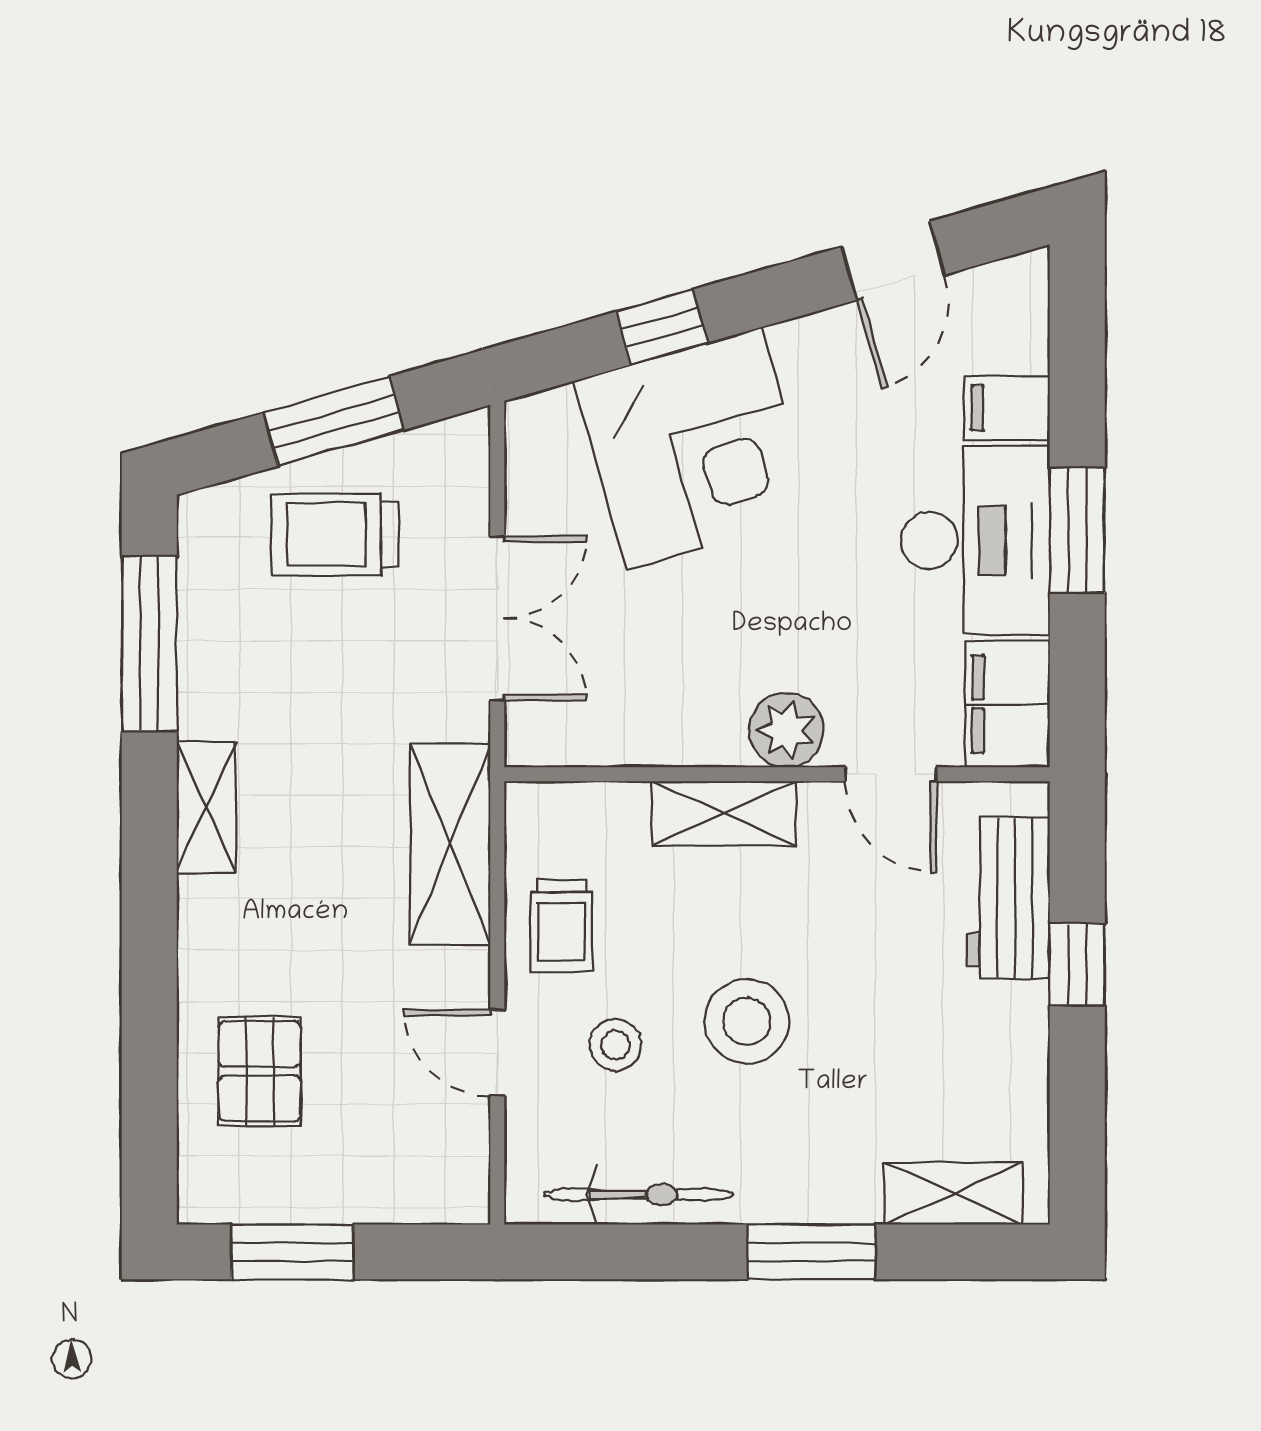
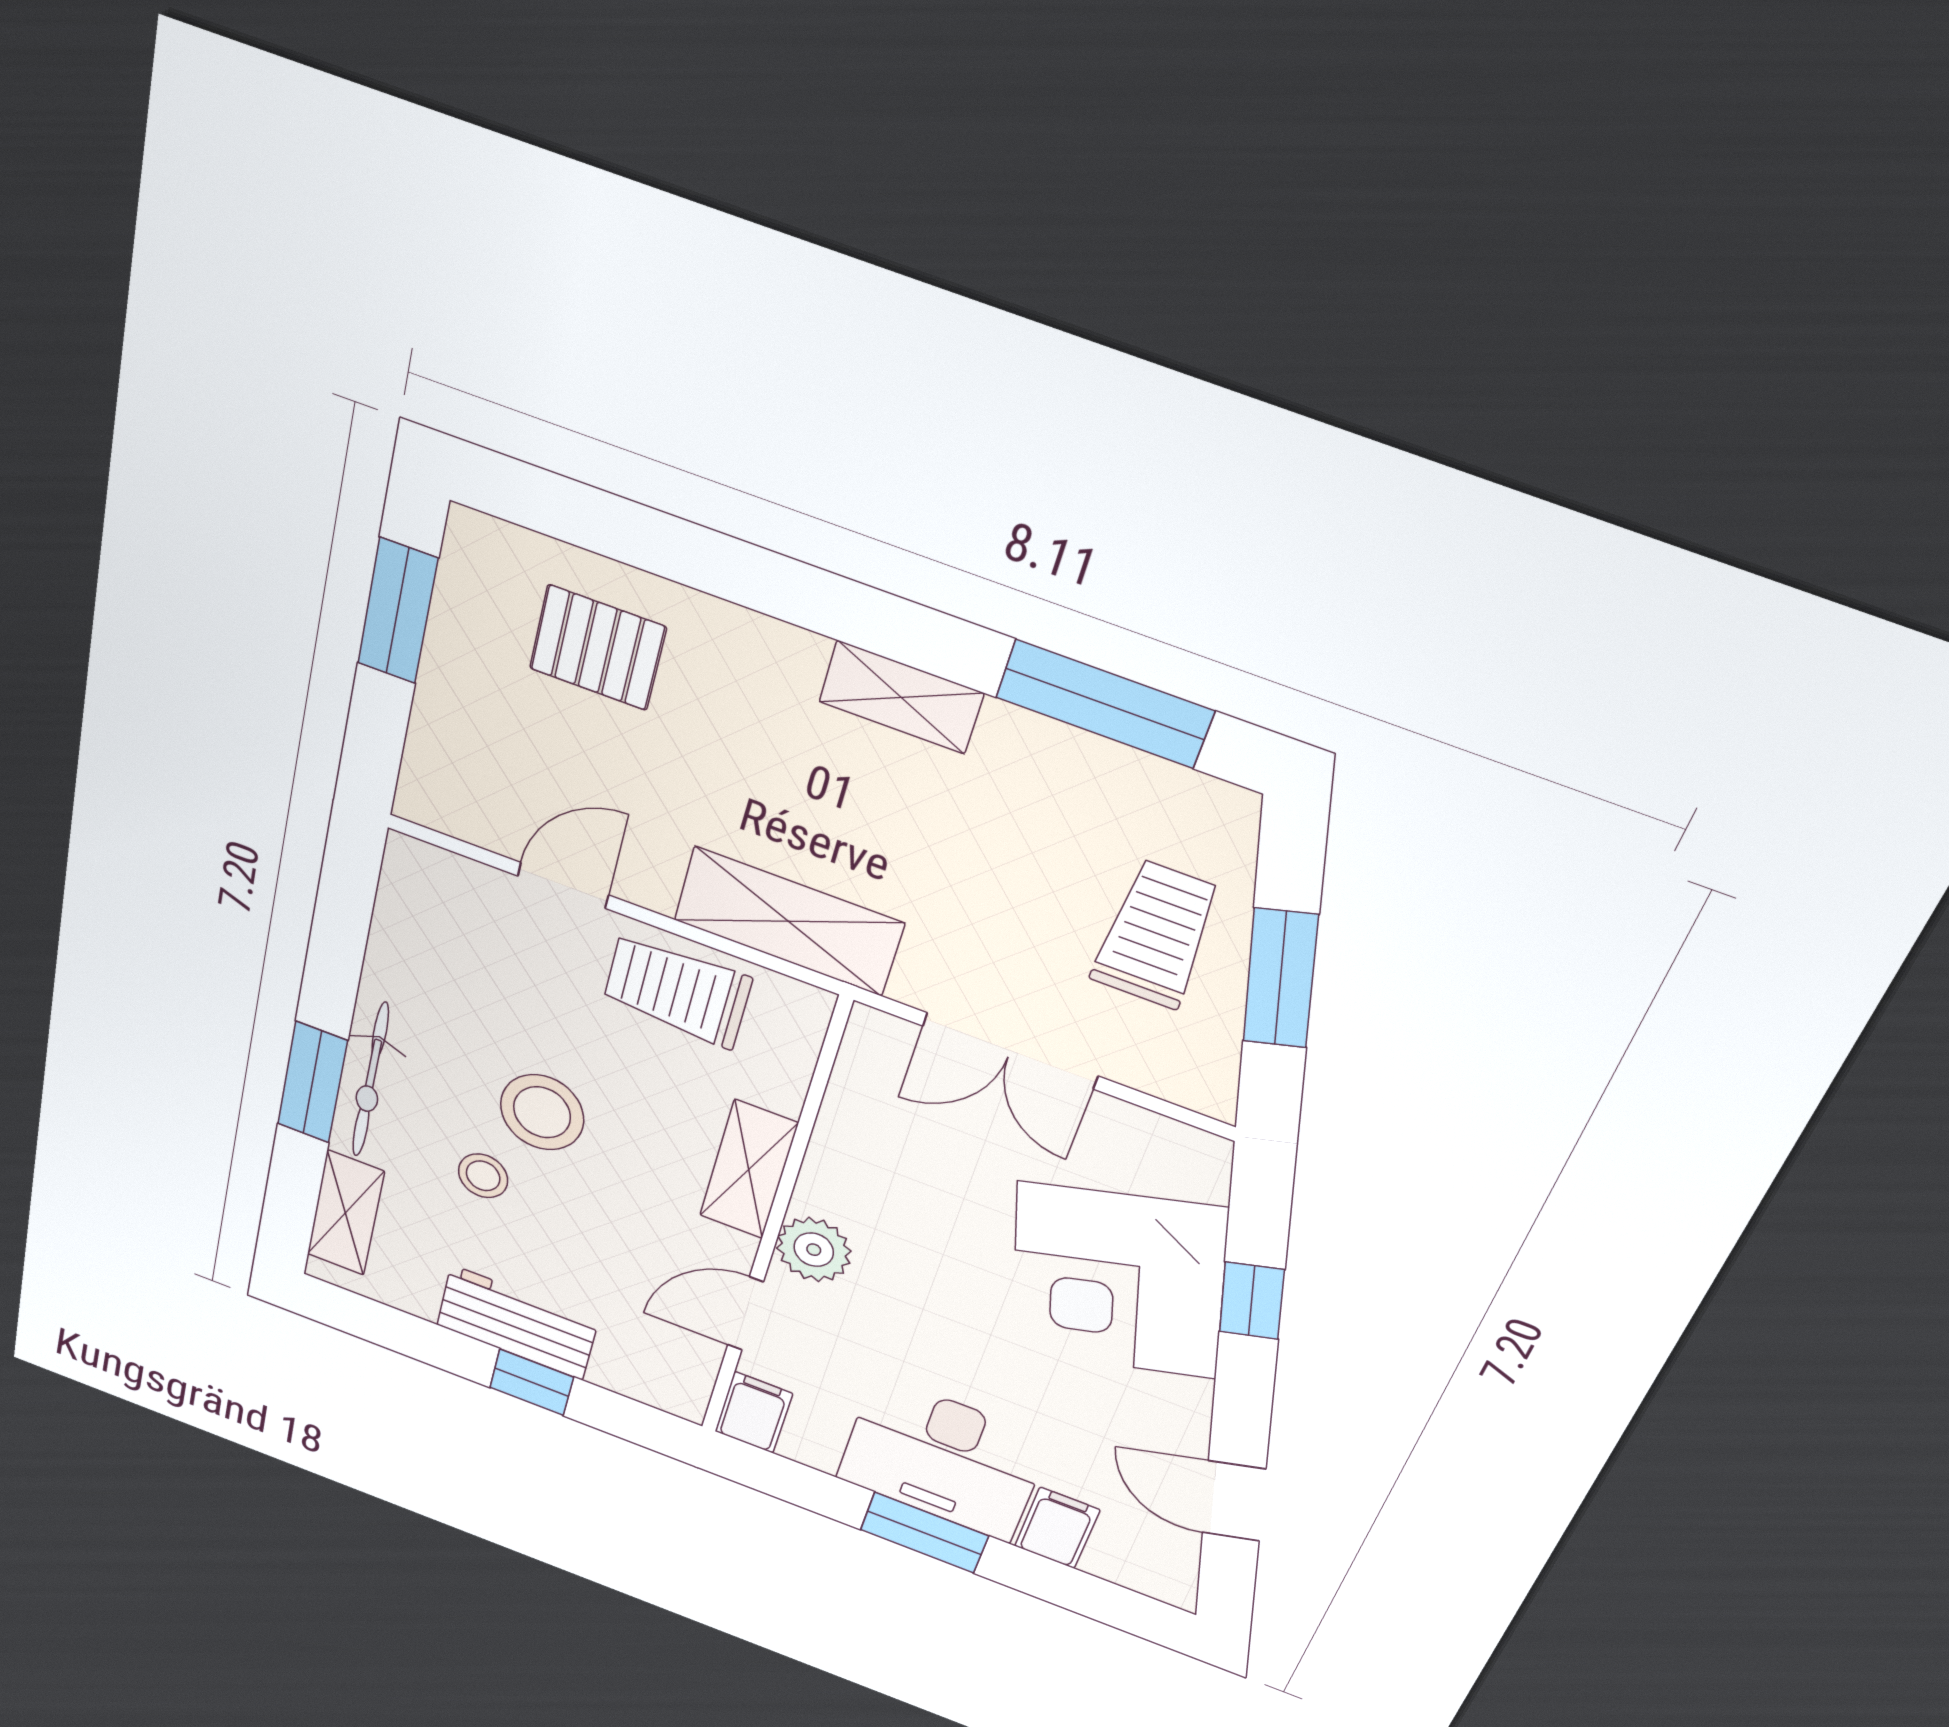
filing cabinet: (1008, 704) -> (754, 1412), width x0.50
workbench: (1008, 898) -> (517, 1323), moved
trolley: (561, 926) -> (677, 991), width x1.36, depth x1.39
stool: (616, 1045) -> (483, 1176), moved
bicycle: (639, 1195) -> (370, 1080), moved

